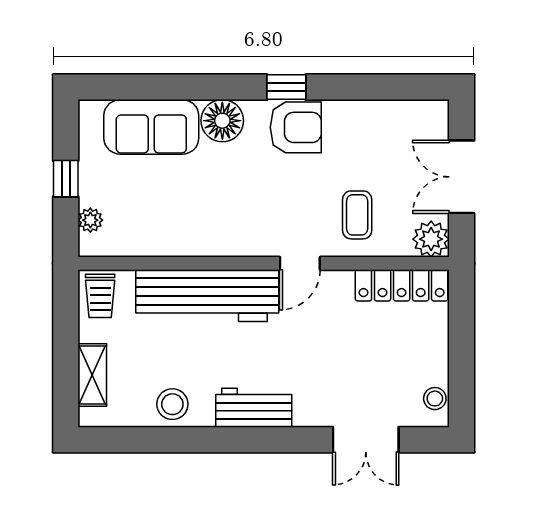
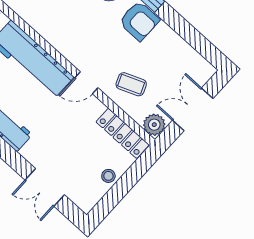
coffee table: (357, 215) -> (131, 84), turned 68
stool: (435, 399) -> (108, 176), moved

